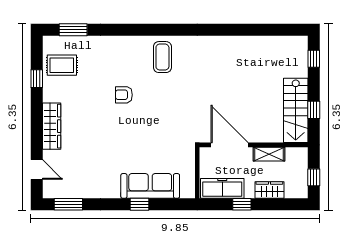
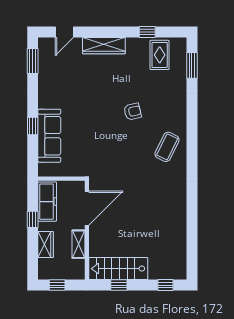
coffee table: (162, 57) -> (167, 147), turned -64
armchair: (124, 95) -> (133, 112), turned 77

